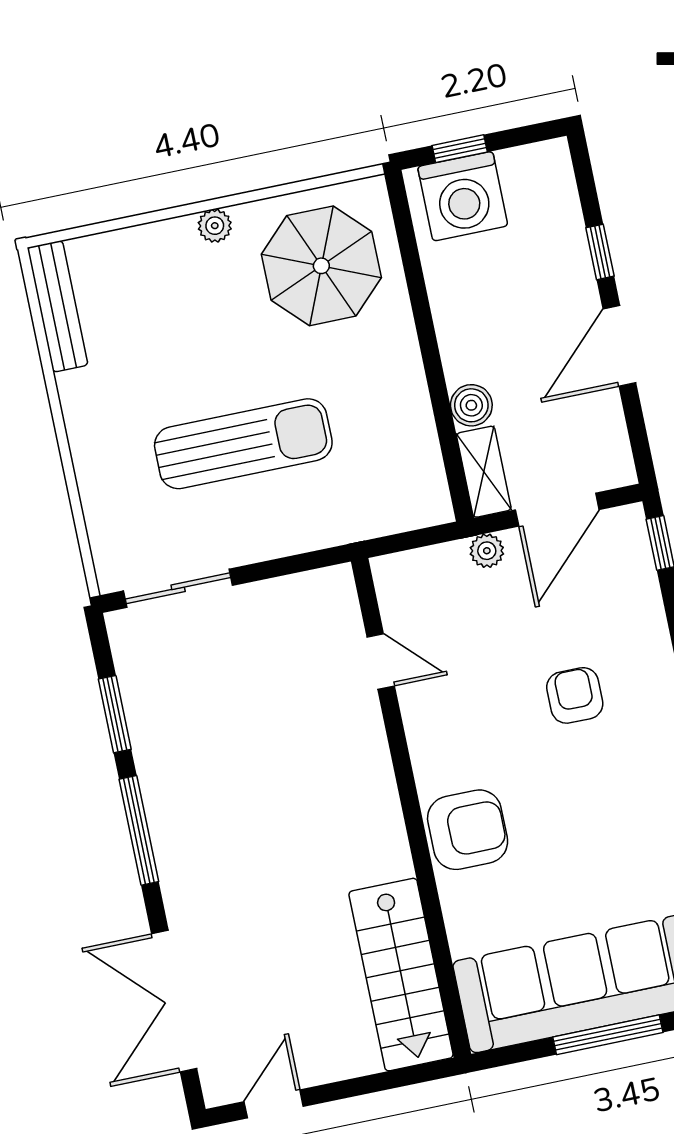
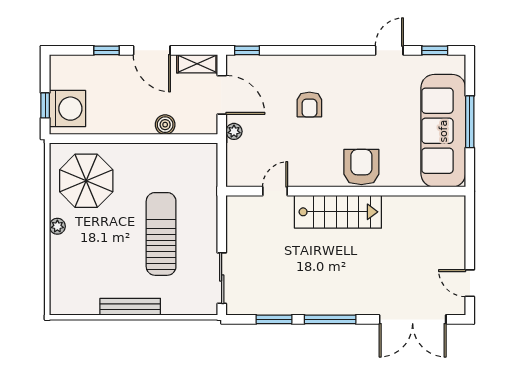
bench: (58, 306) -> (130, 307), moved
shelving: (484, 472) -> (197, 64), moved
armchair: (575, 695) -> (309, 105), turned -90
stairs: (401, 975) -> (338, 212), moved

